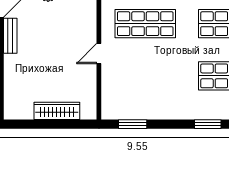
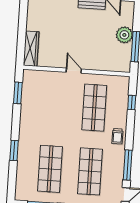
wardrobe: (57, 111) -> (31, 49), moved

